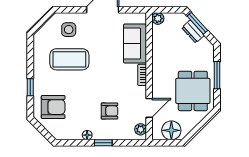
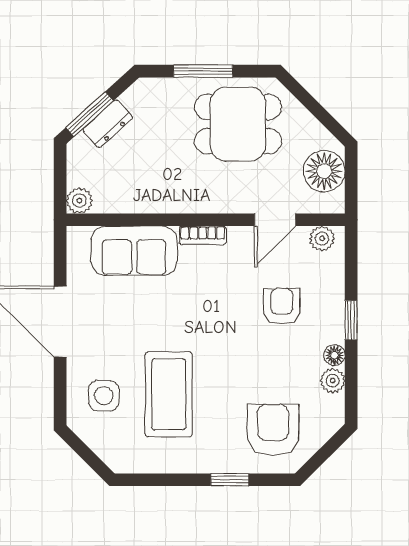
door: (149, 108) -> (275, 220), swing flipped
plant: (76, 134) -> (333, 381), added

